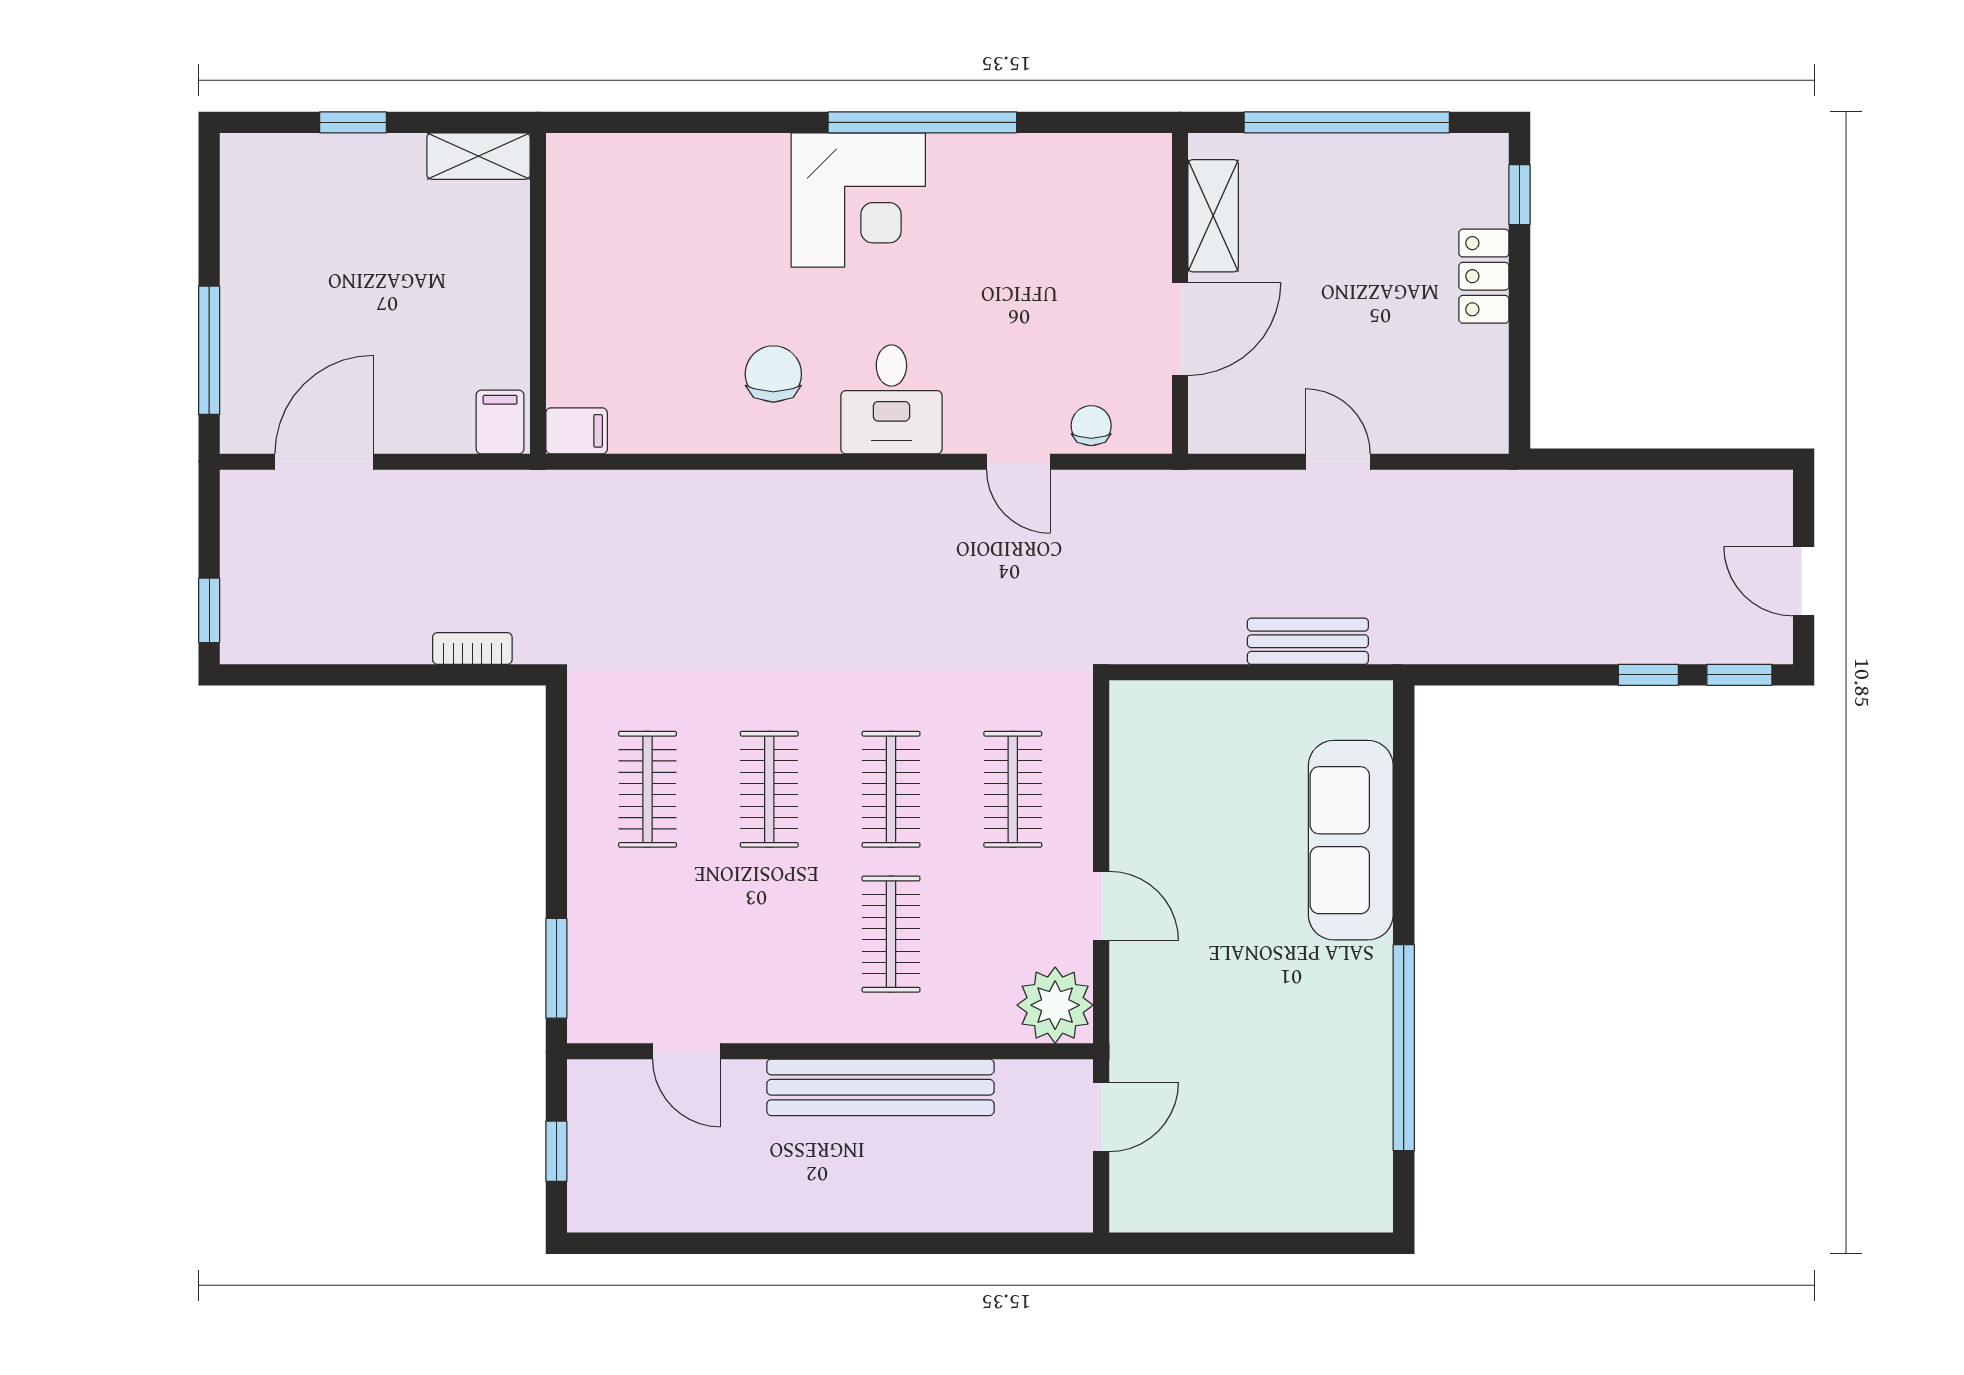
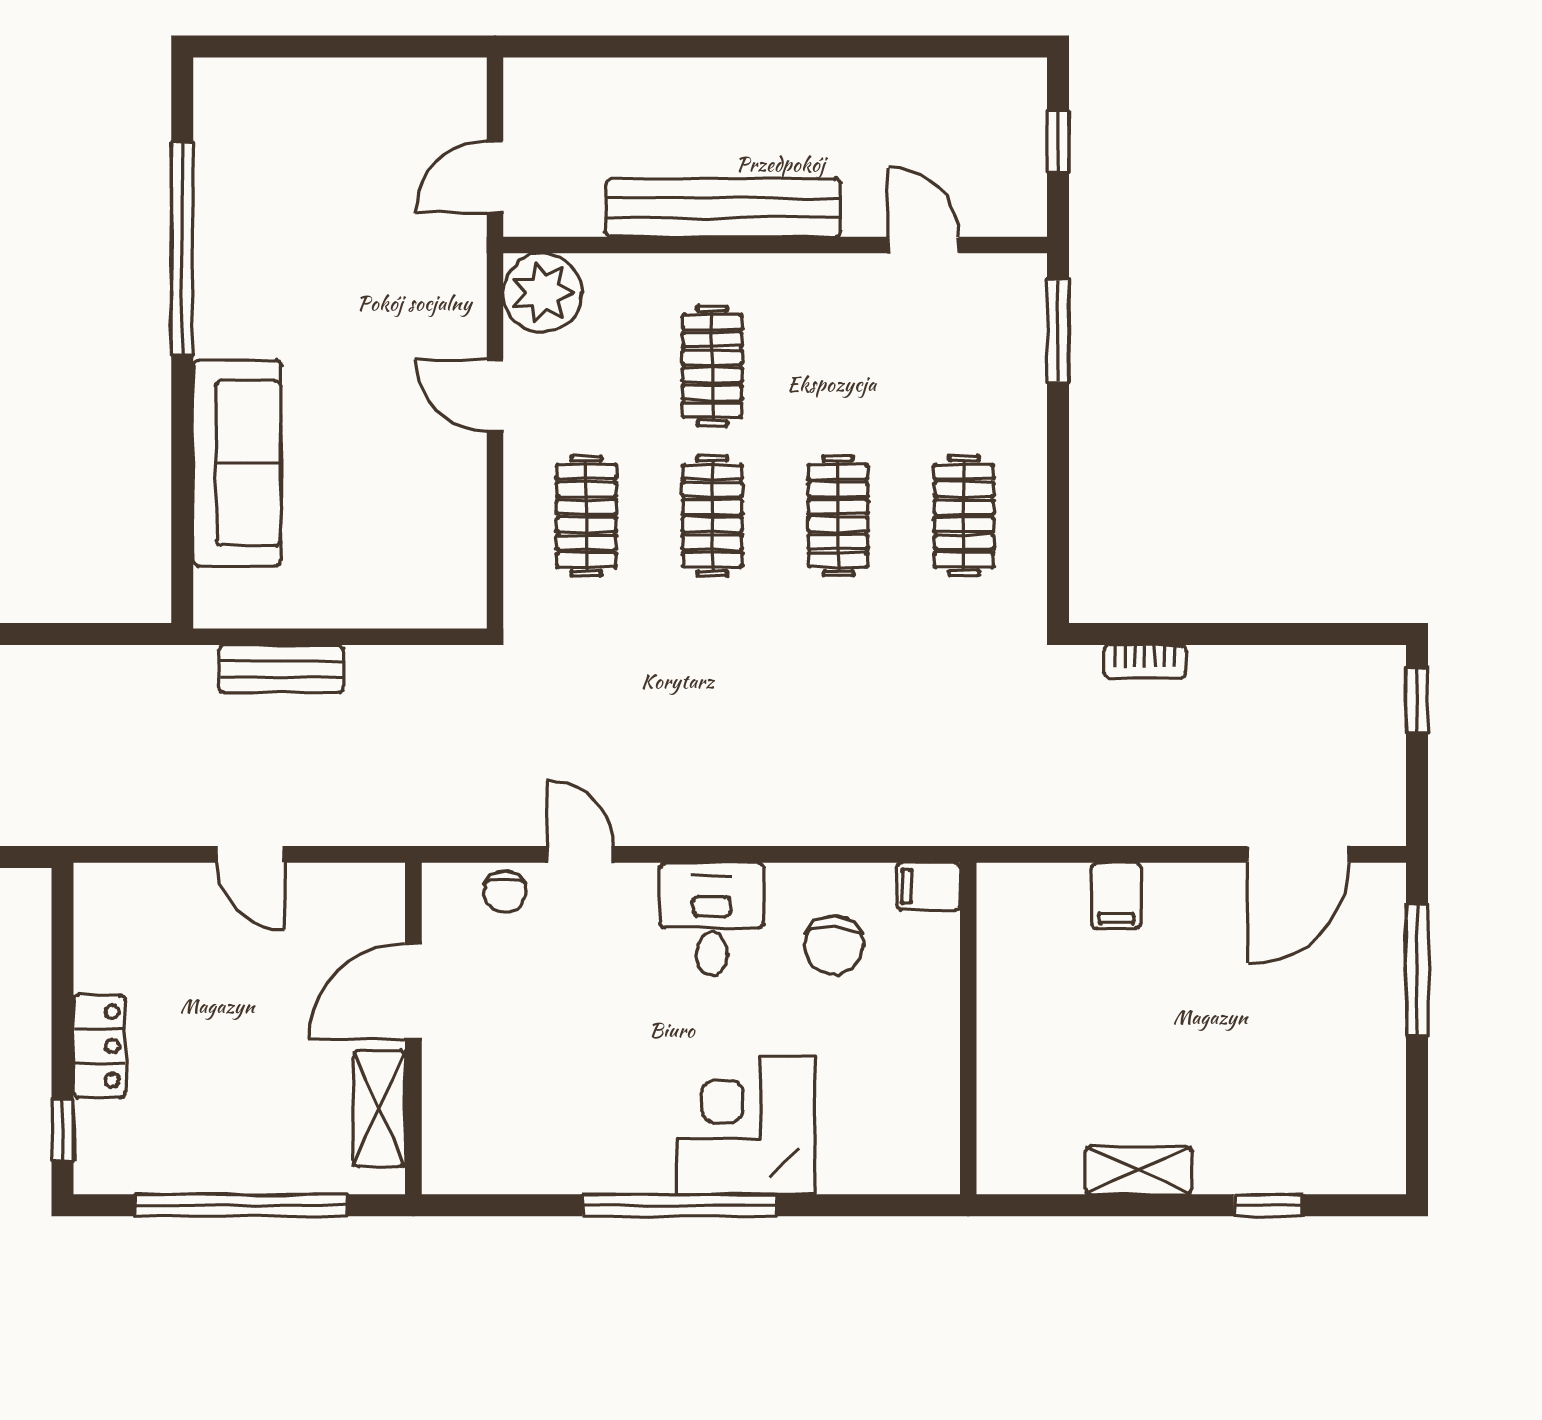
wall: (538, 293) -> (968, 1028), moved
filing cabinet: (577, 431) -> (928, 886), moved

